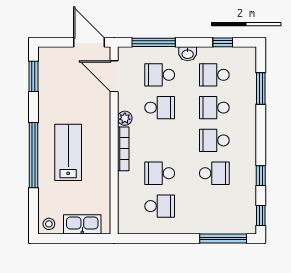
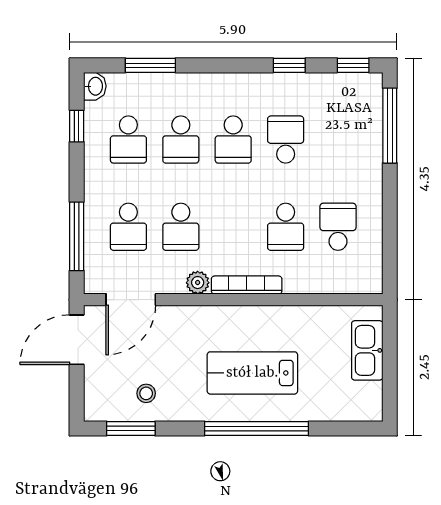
washbasin: (188, 54) -> (95, 86), moved
school desk: (160, 108) -> (181, 227), turned 180
stool: (49, 224) -> (146, 393), moved

